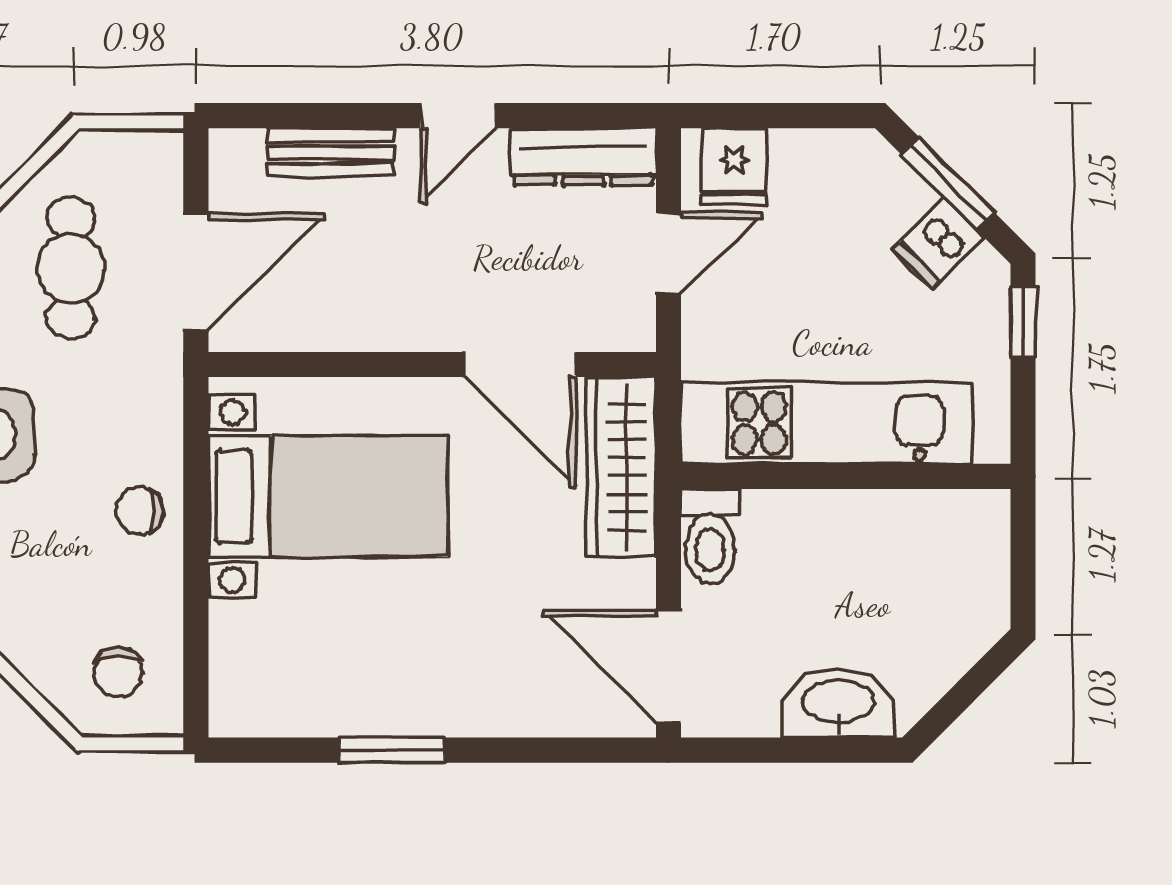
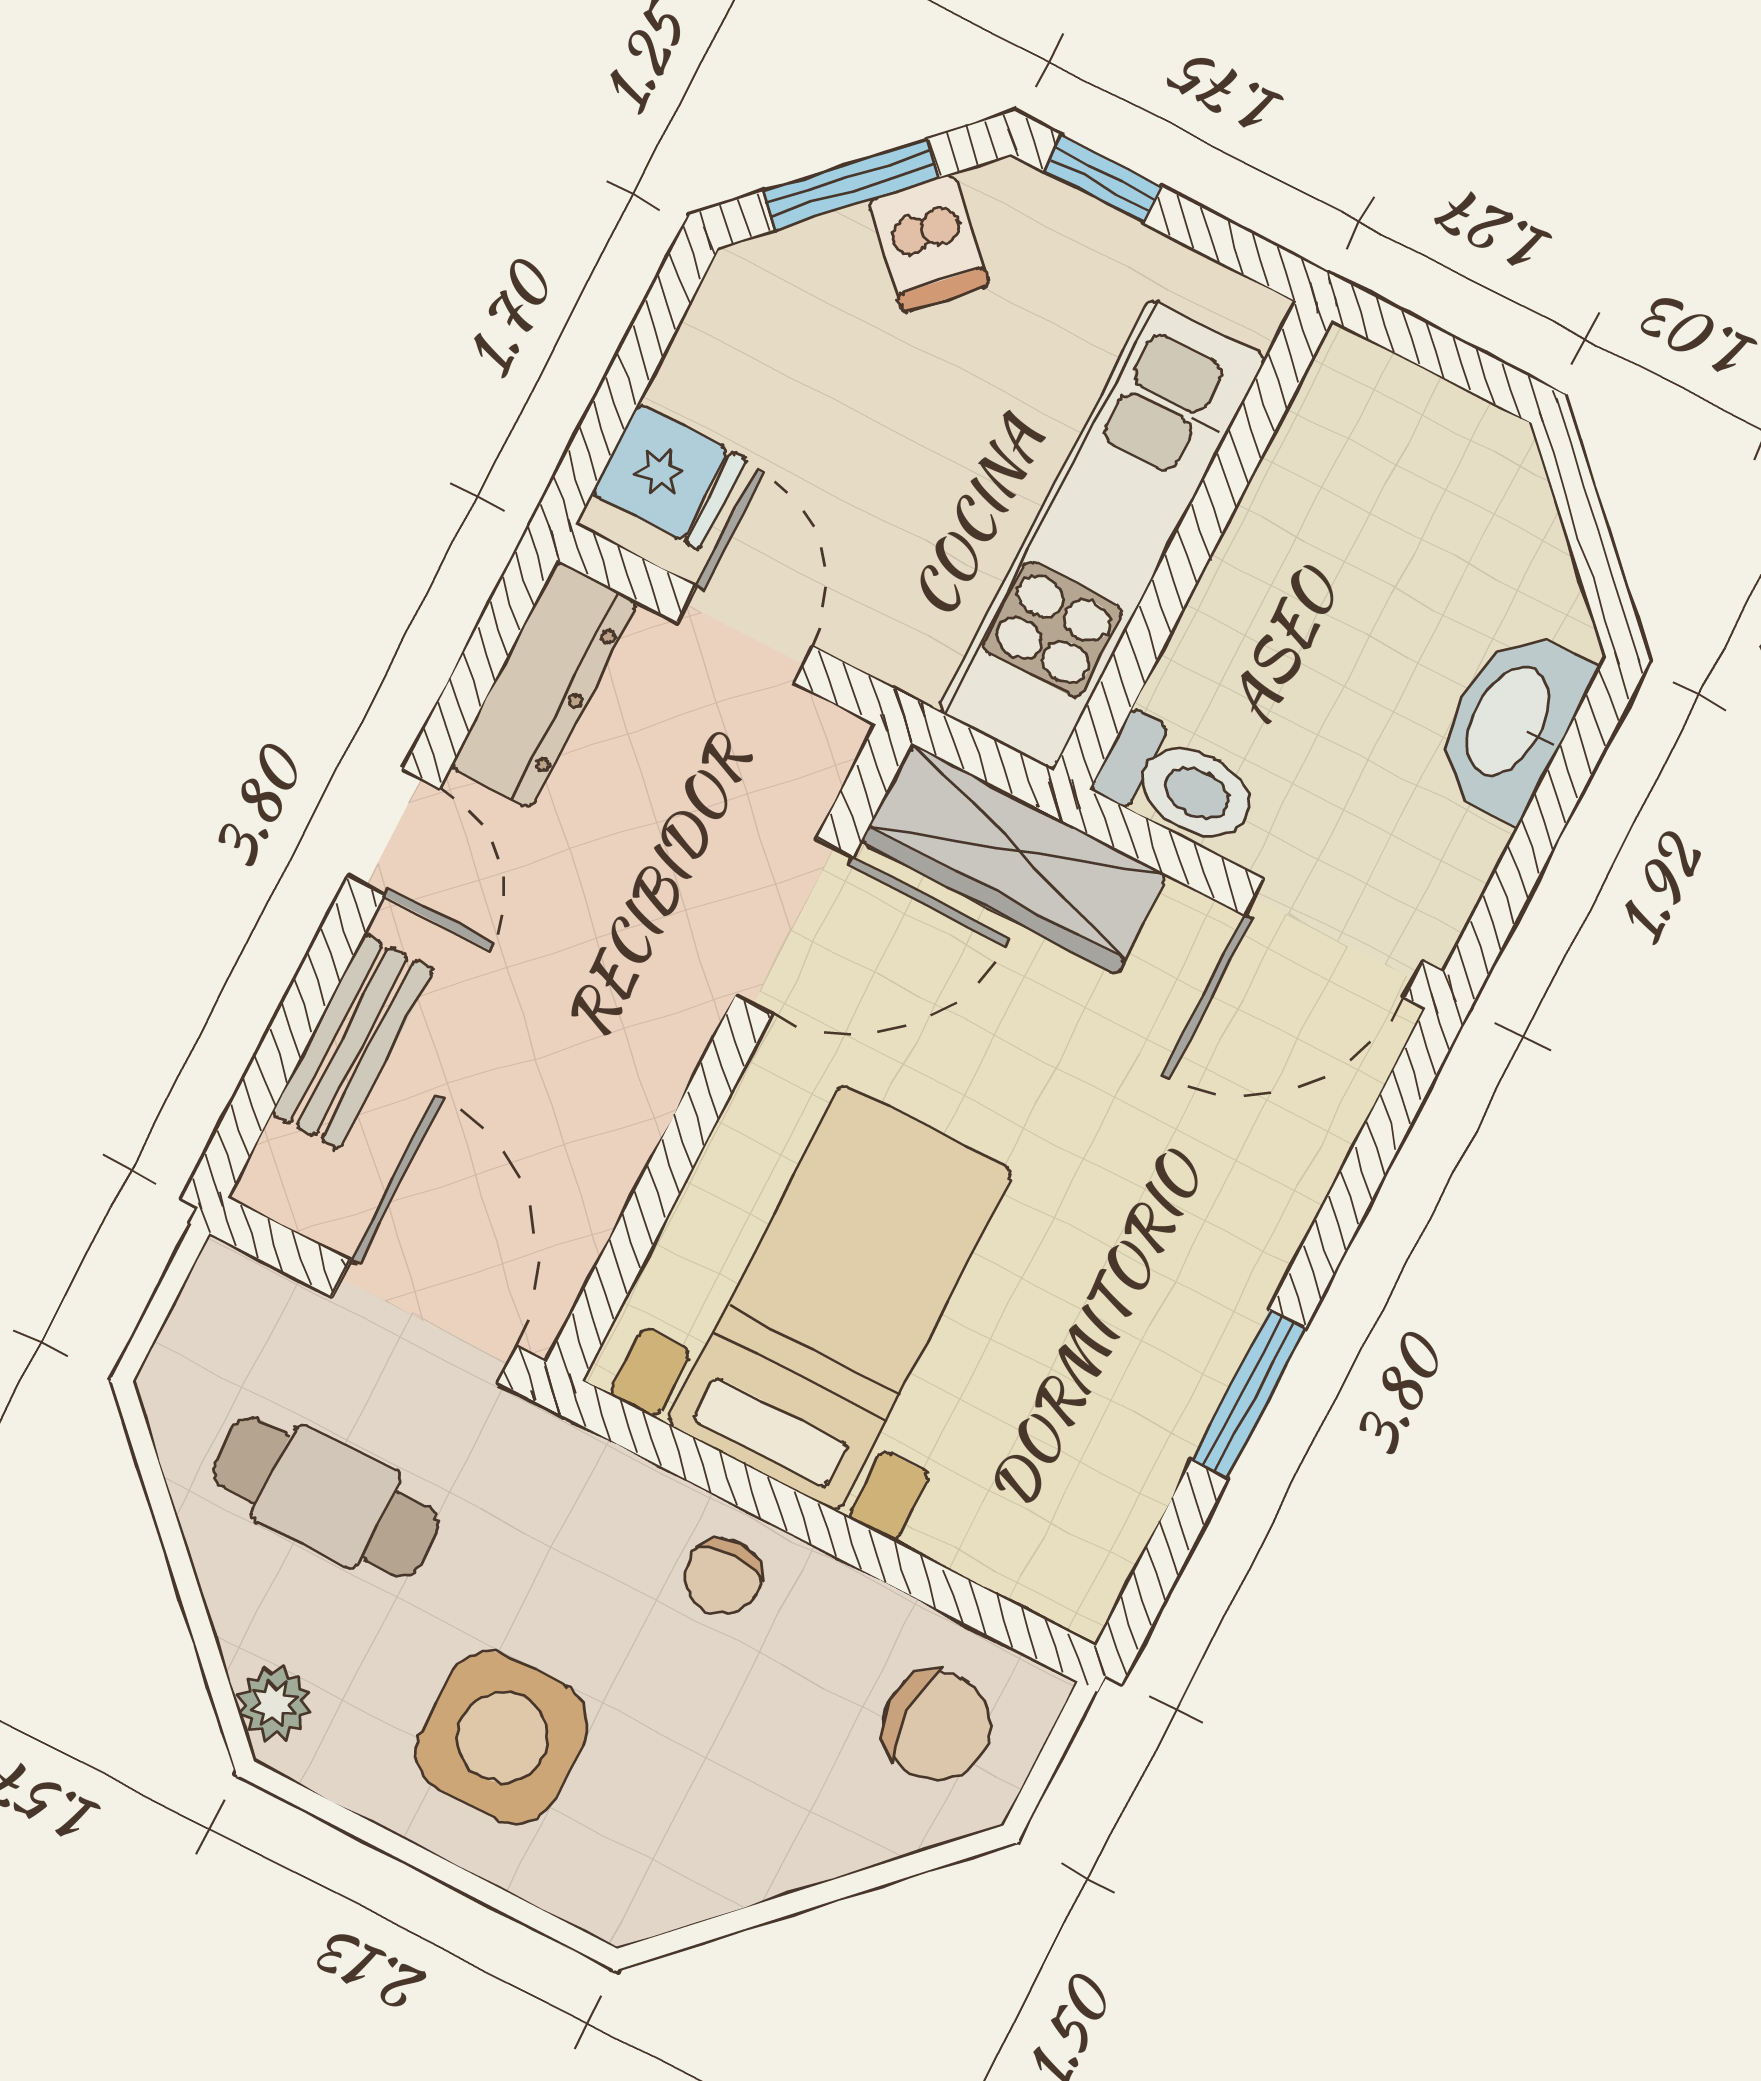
chair: (118, 672) -> (937, 1726), width x1.37, depth x1.37

